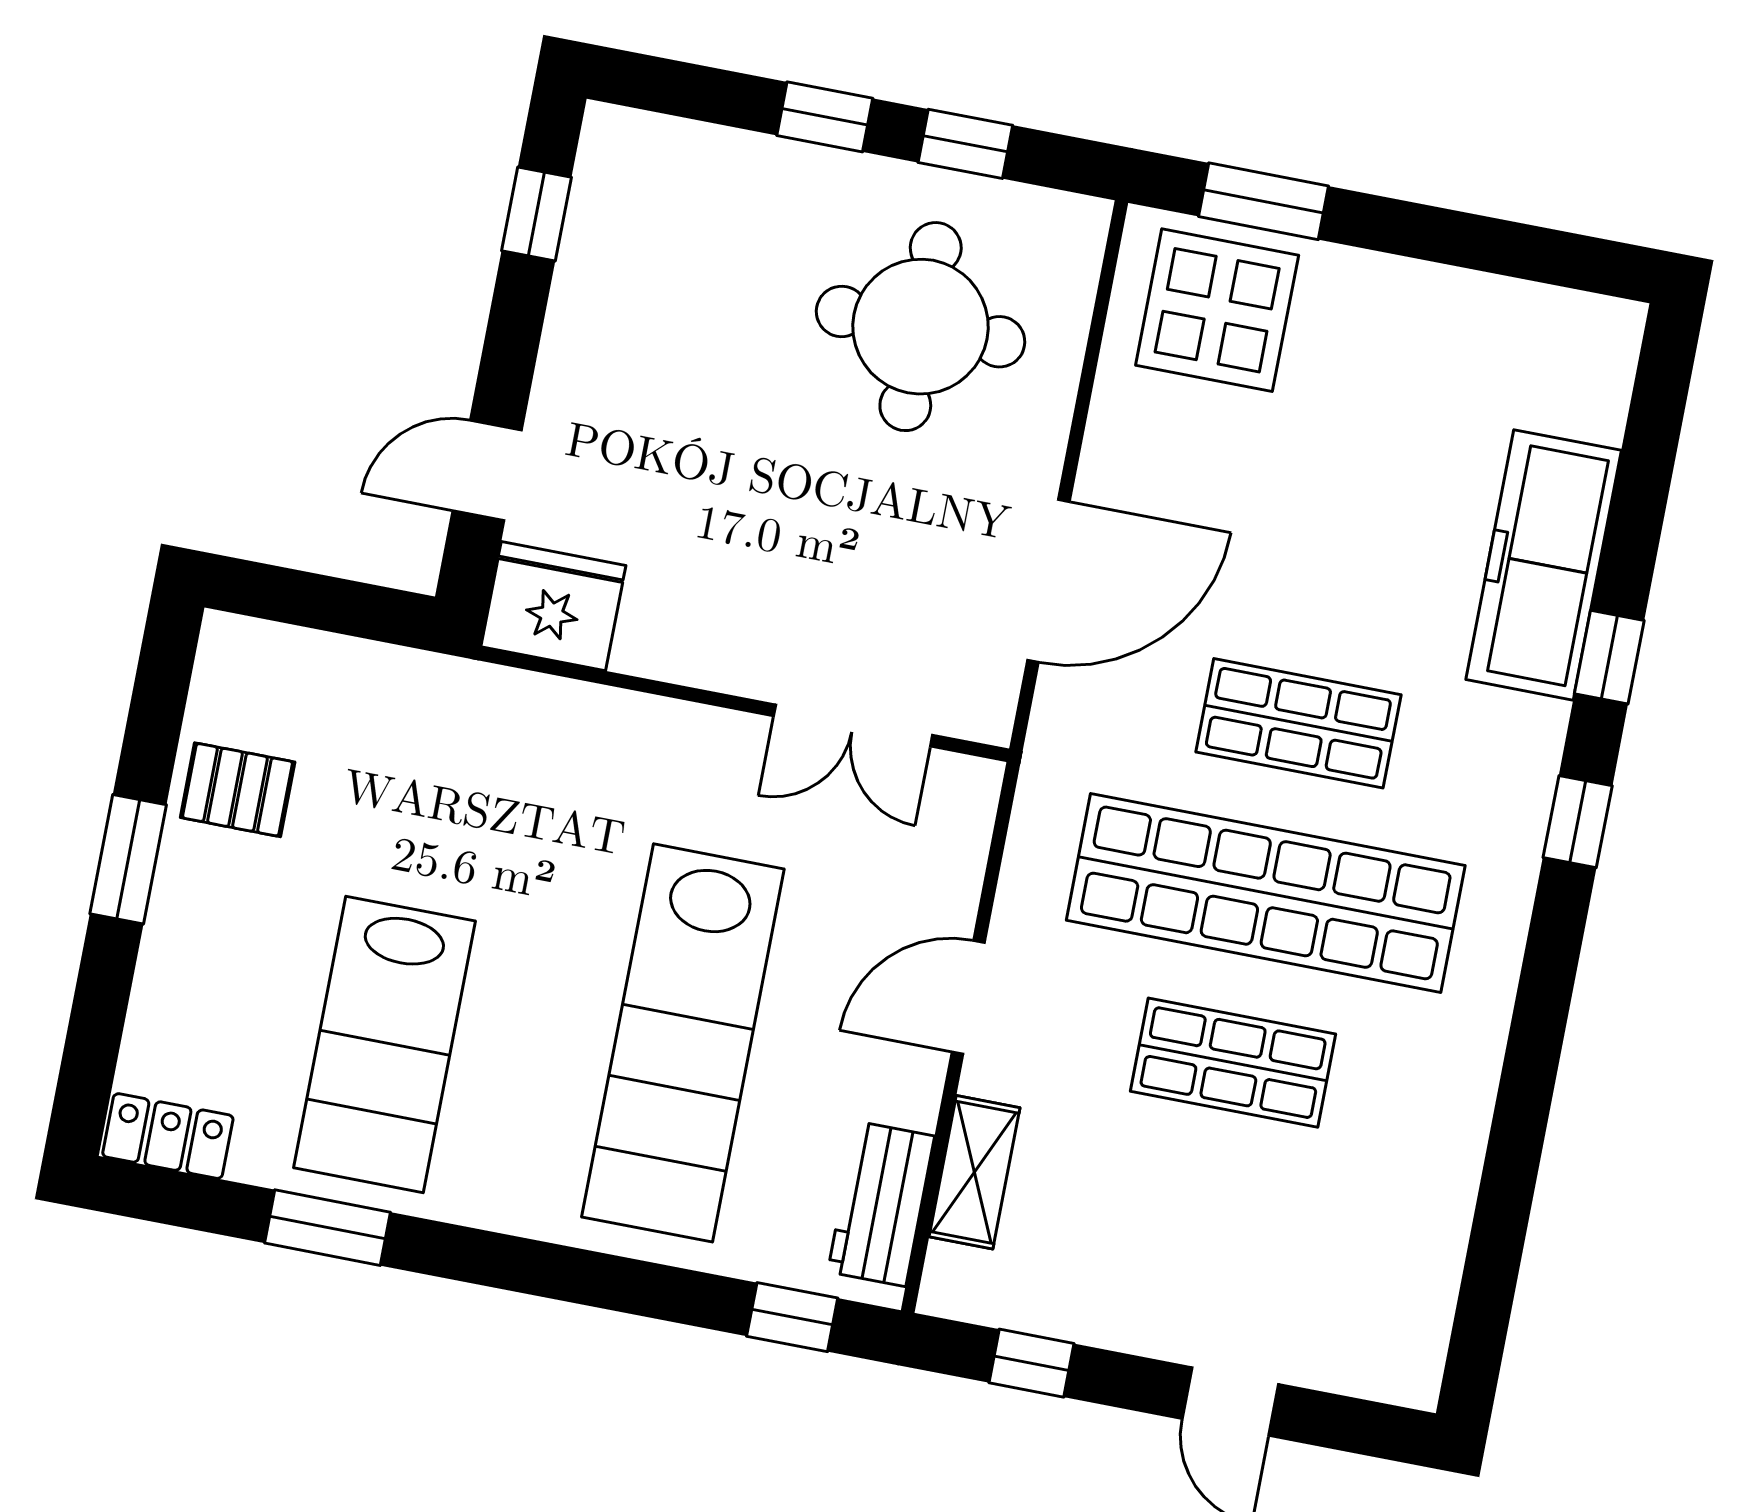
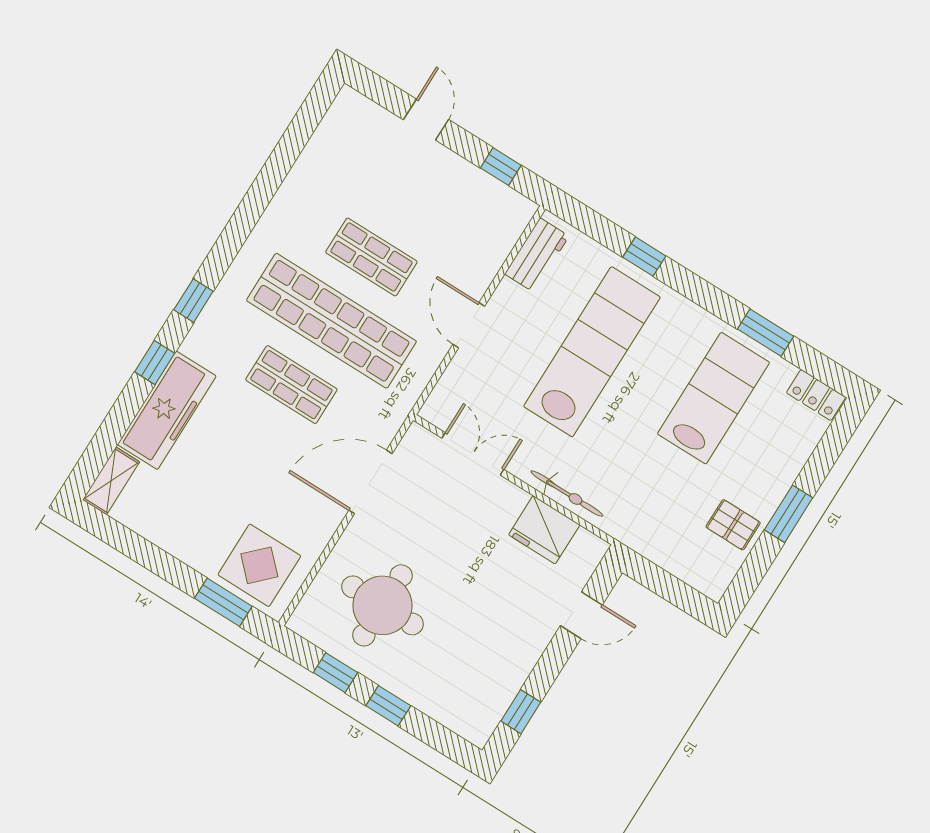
fridge: (553, 606) -> (544, 530), moved
bicycle: (619, 719) -> (567, 494), added
door: (968, 997) -> (469, 325), swing flipped
shelving: (974, 1172) -> (111, 481), moved
window: (792, 1317) -> (644, 257), moved

